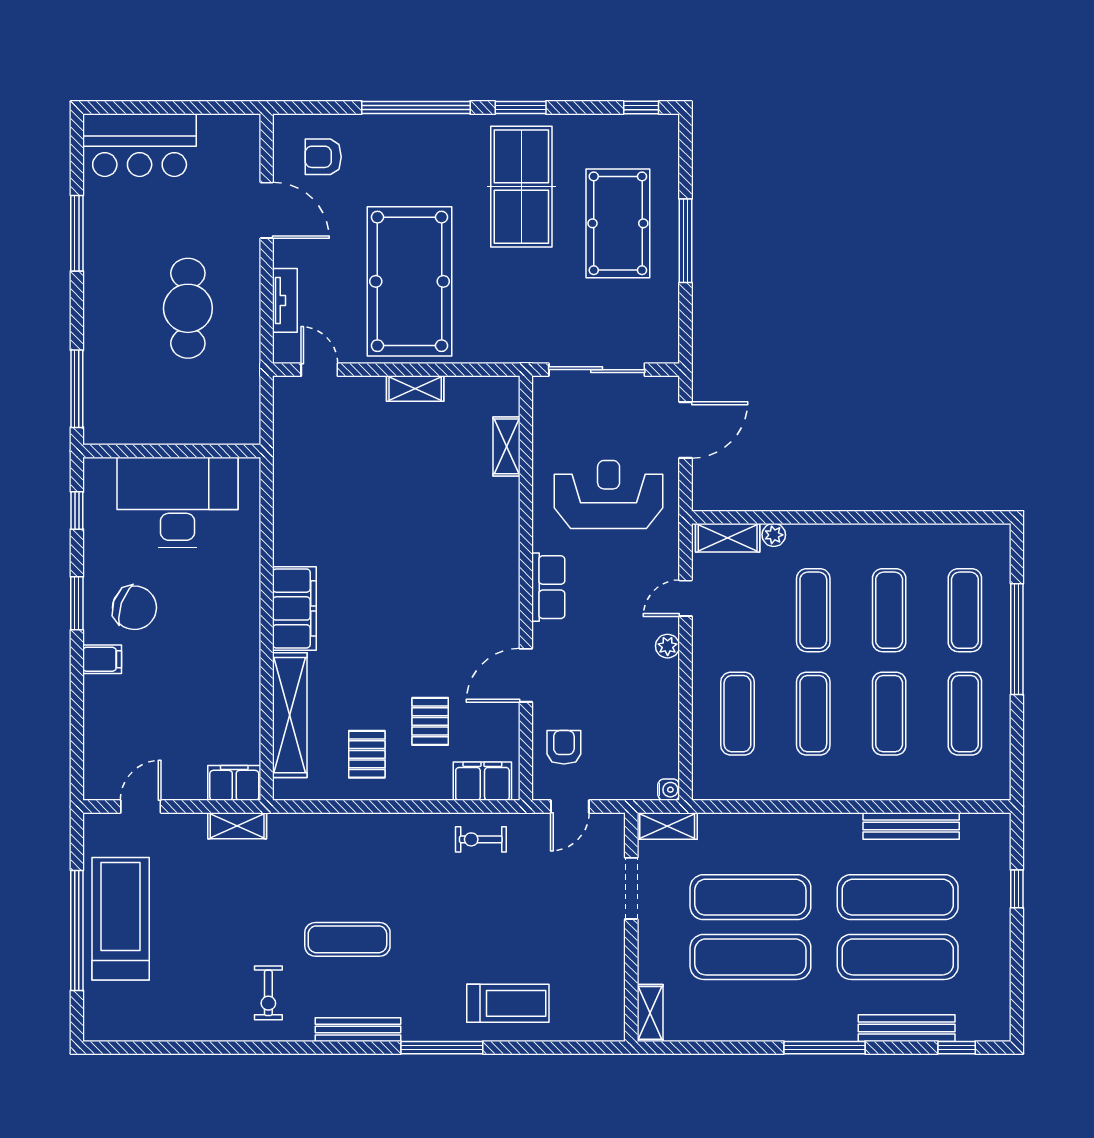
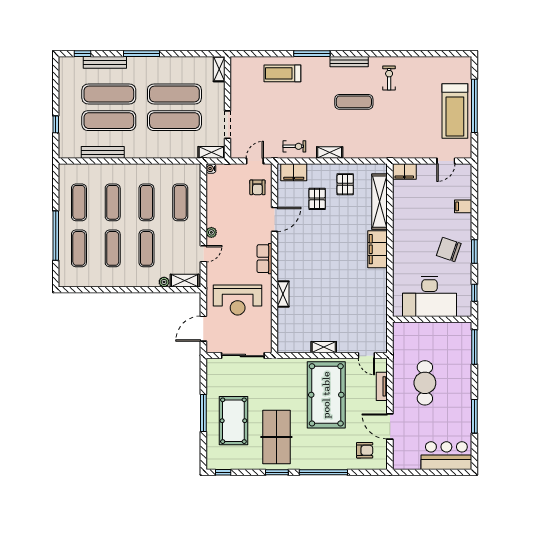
shelving: (506, 446) -> (283, 294), moved
filing cabinet: (102, 659) -> (463, 206), moved
shelving: (237, 826) -> (330, 152), moved

